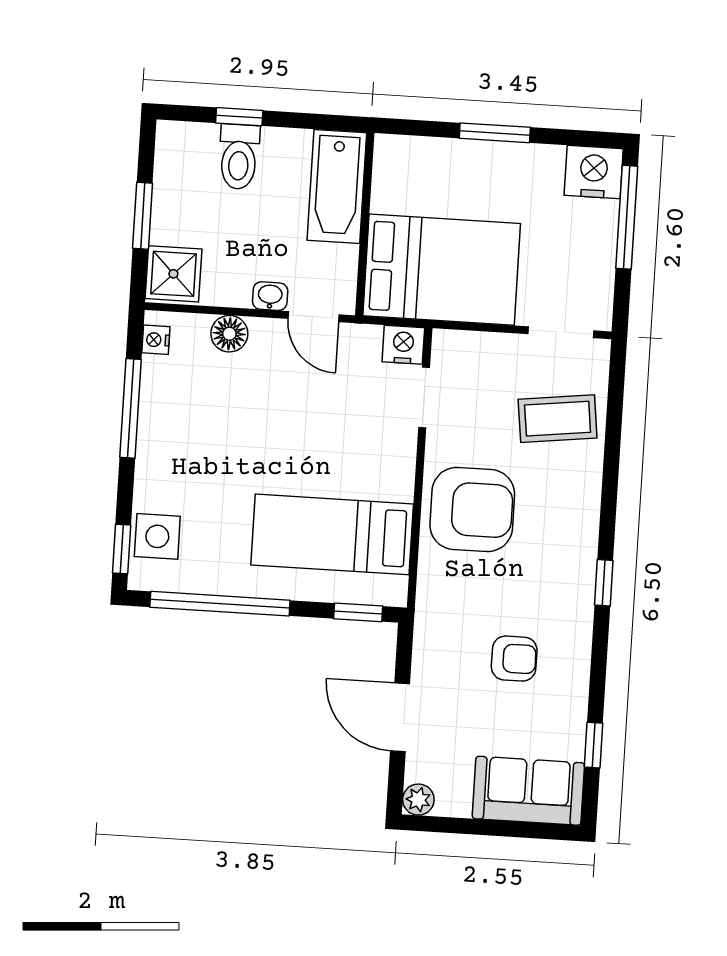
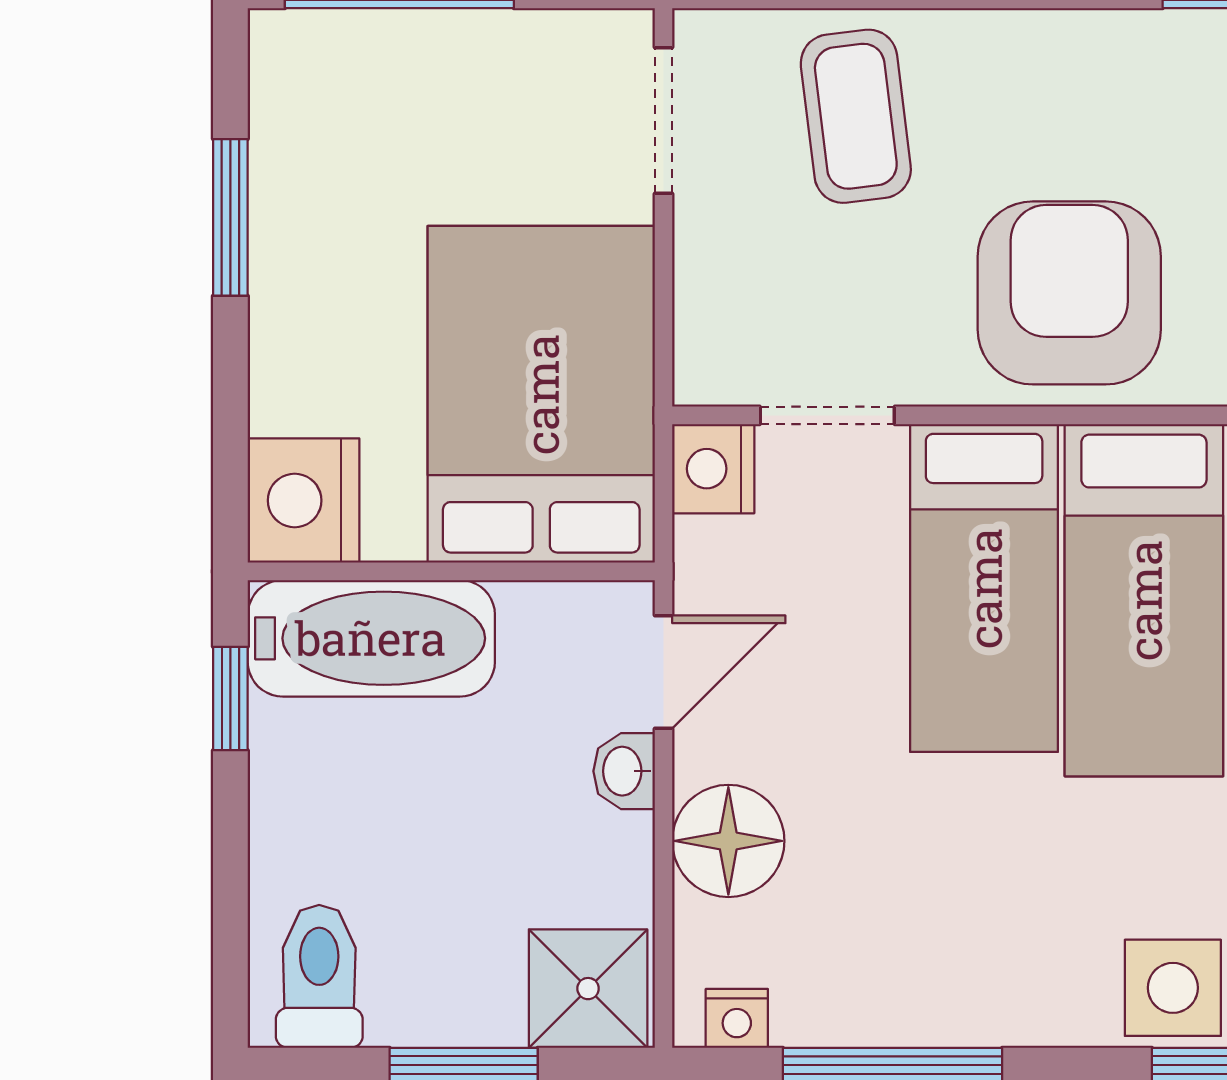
window: (239, 117) -> (230, 698), moved
window: (495, 133) -> (230, 217), moved
toilet: (239, 157) -> (319, 976), moved, turned -90
nightstand: (594, 172) -> (304, 500), moved
floor lamp: (229, 334) -> (728, 841), width x1.38, depth x1.38
bed: (342, 463) -> (984, 588), added

